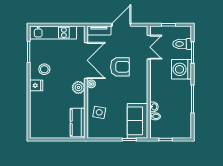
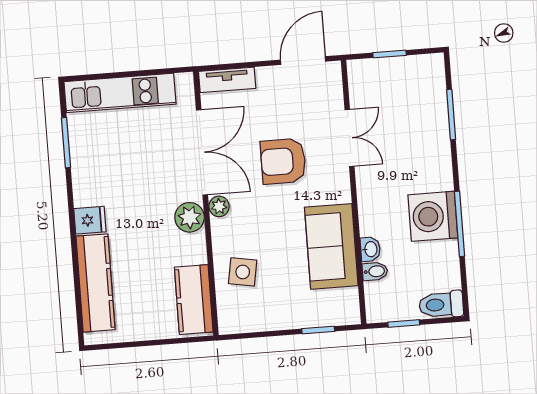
door: (121, 25) -> (303, 61), moved
toilet: (182, 44) -> (441, 305), moved
double door: (149, 47) -> (349, 138), moved
armchair: (120, 67) -> (283, 161), turned 180
stool: (44, 69) -> (106, 181), removed
washing machine: (182, 69) -> (433, 216), moved
kitchen counter: (37, 112) -> (95, 283), added
sofa: (138, 121) -> (331, 246), moved

